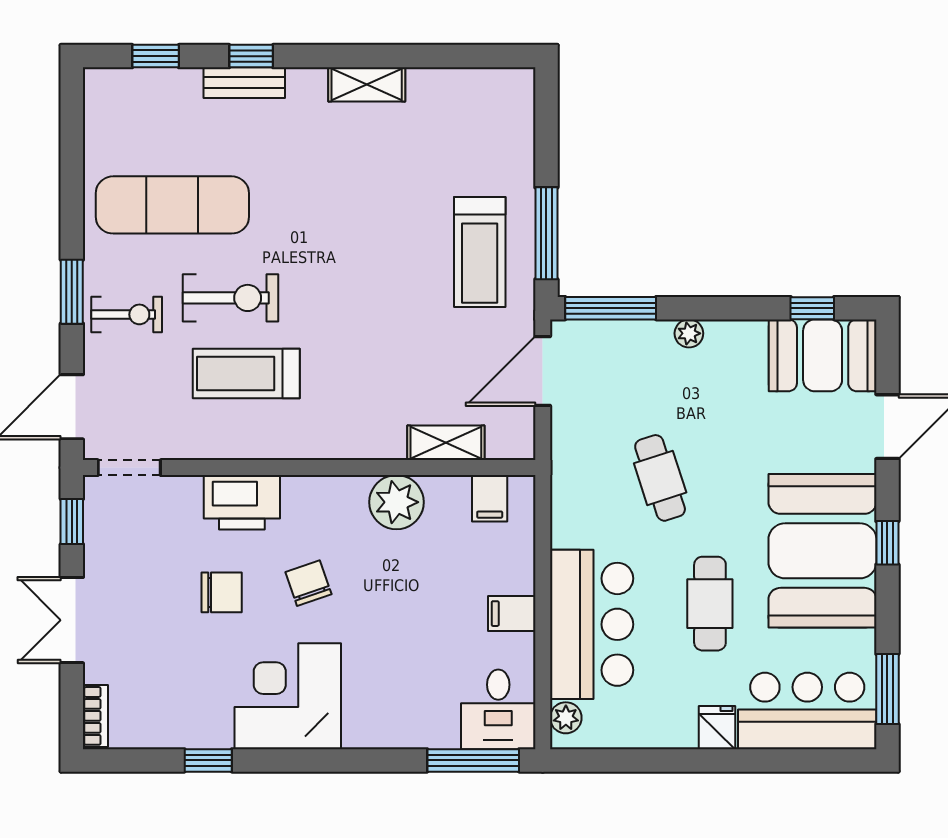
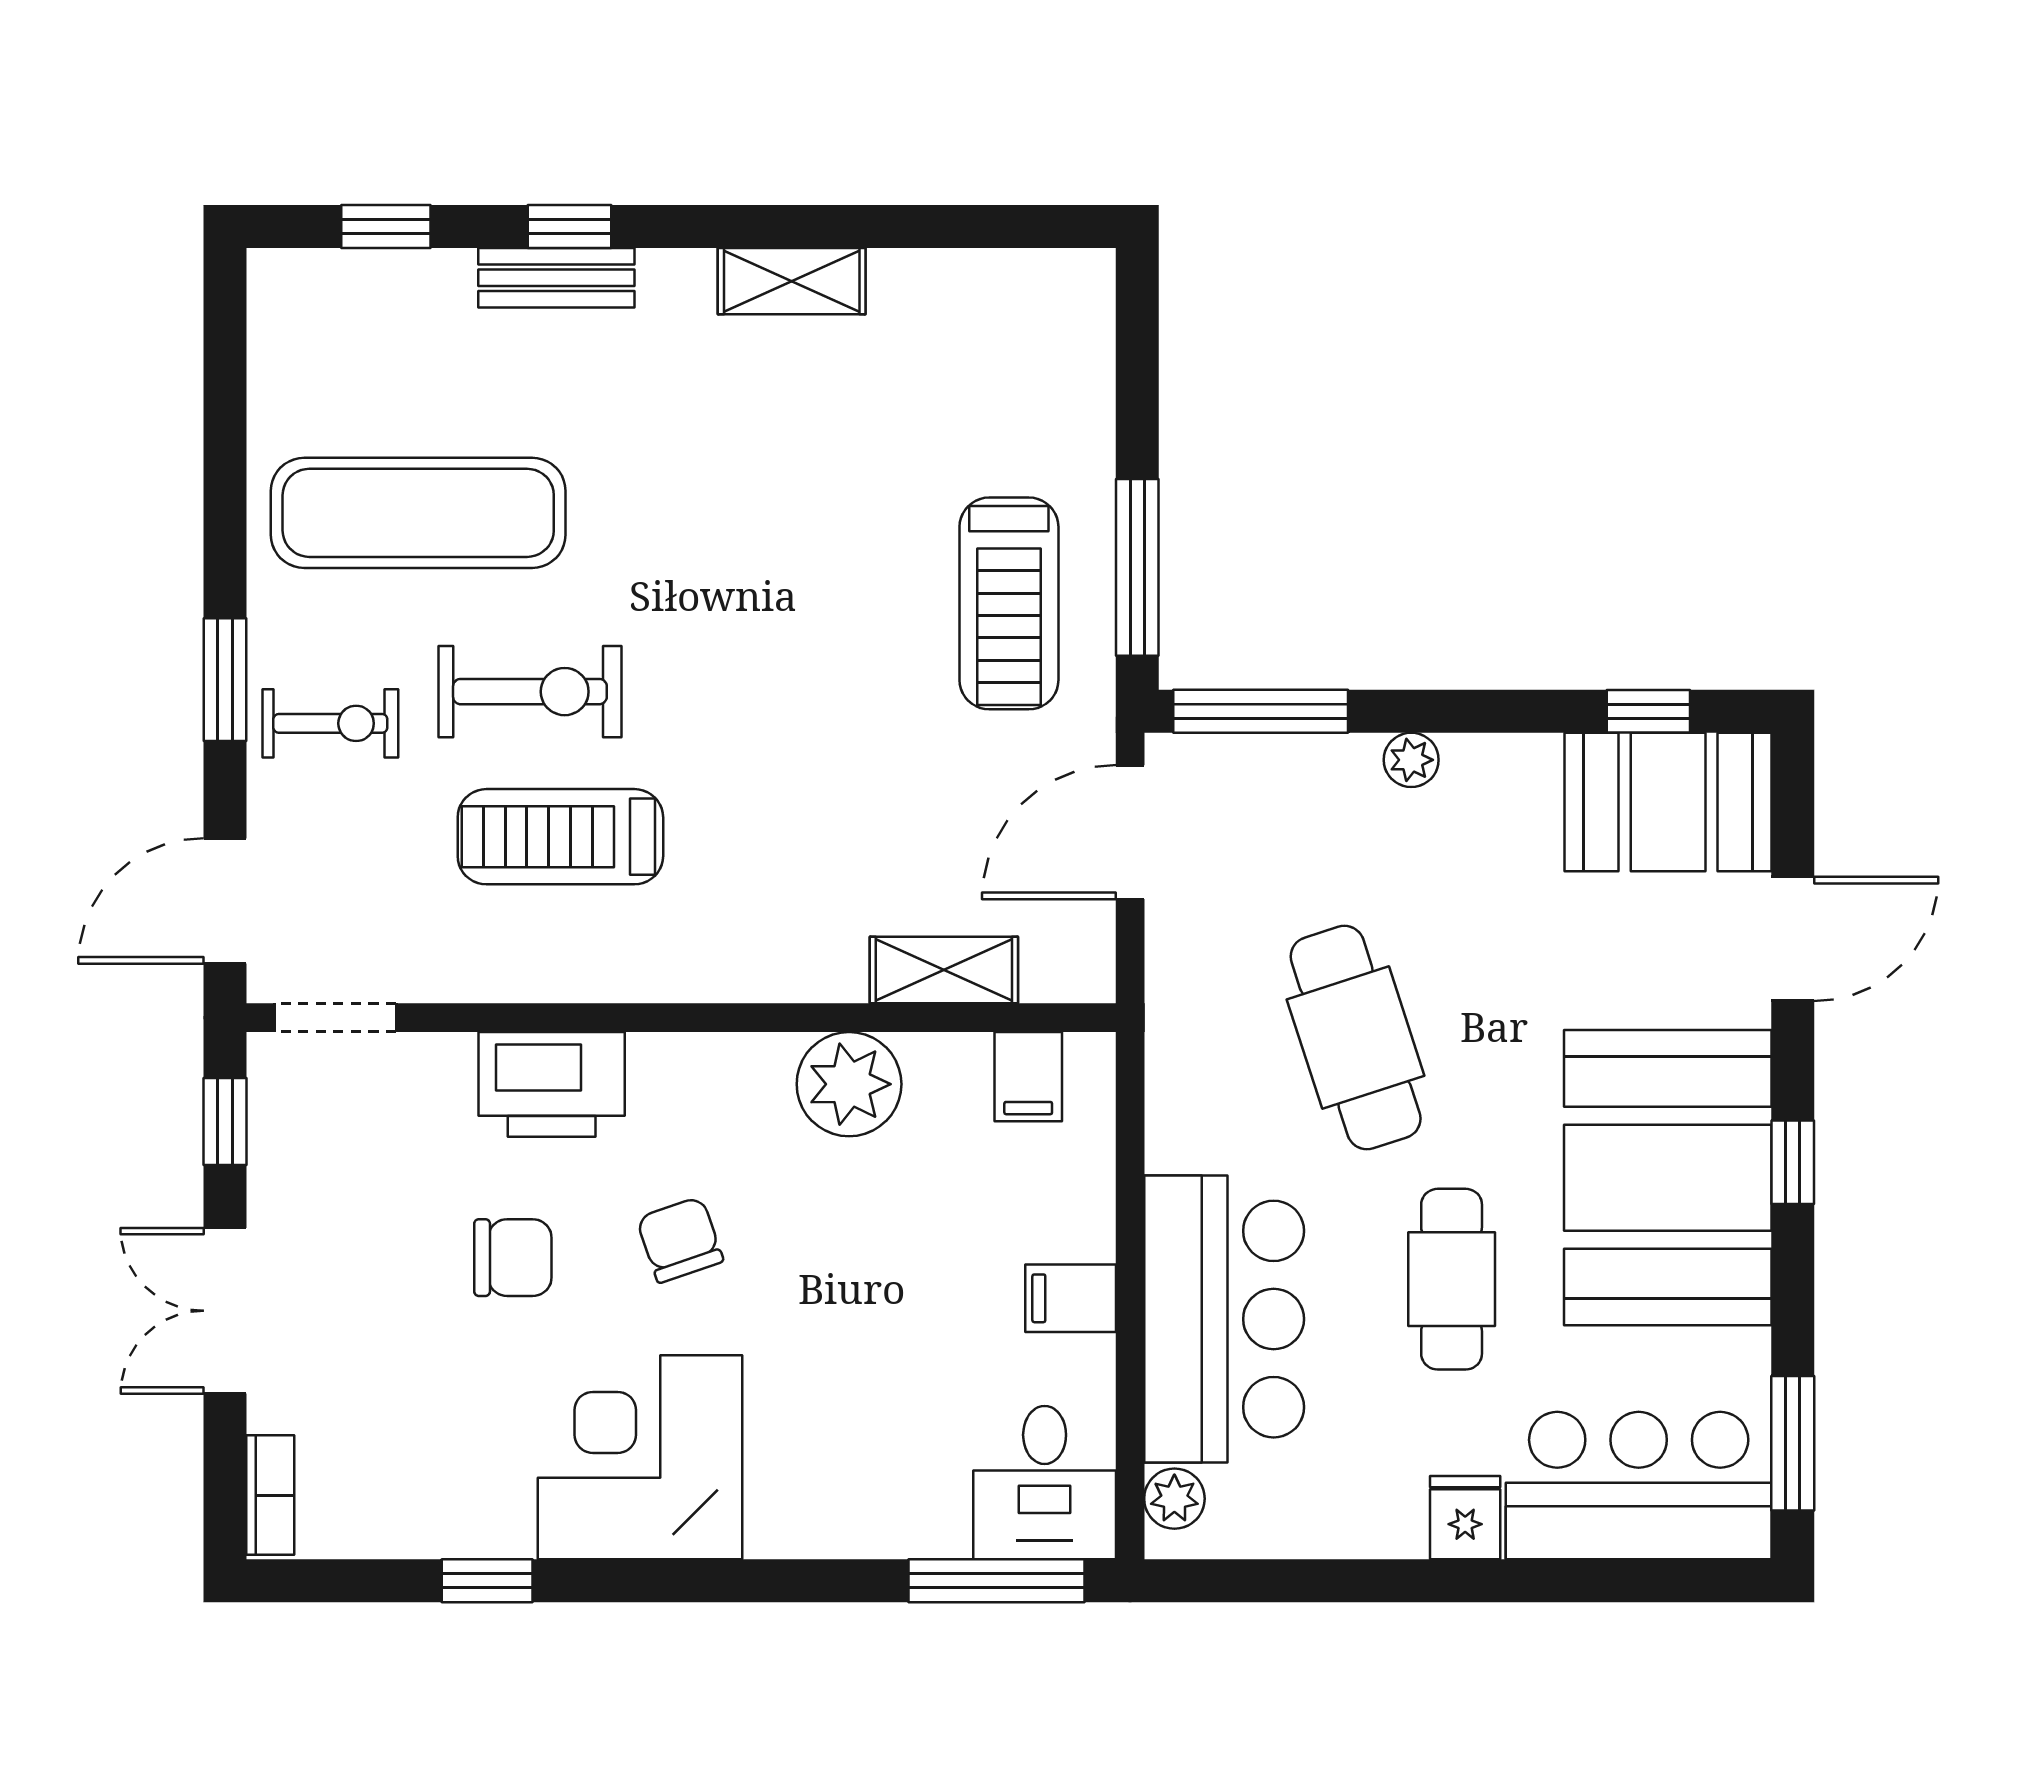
cafe table: (660, 478) -> (1356, 1038), width x1.37, depth x1.35

